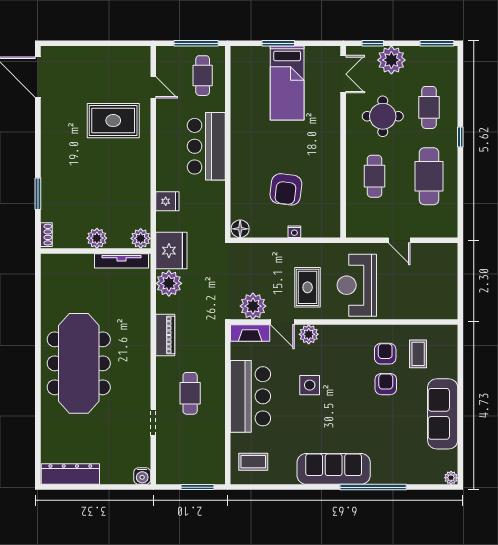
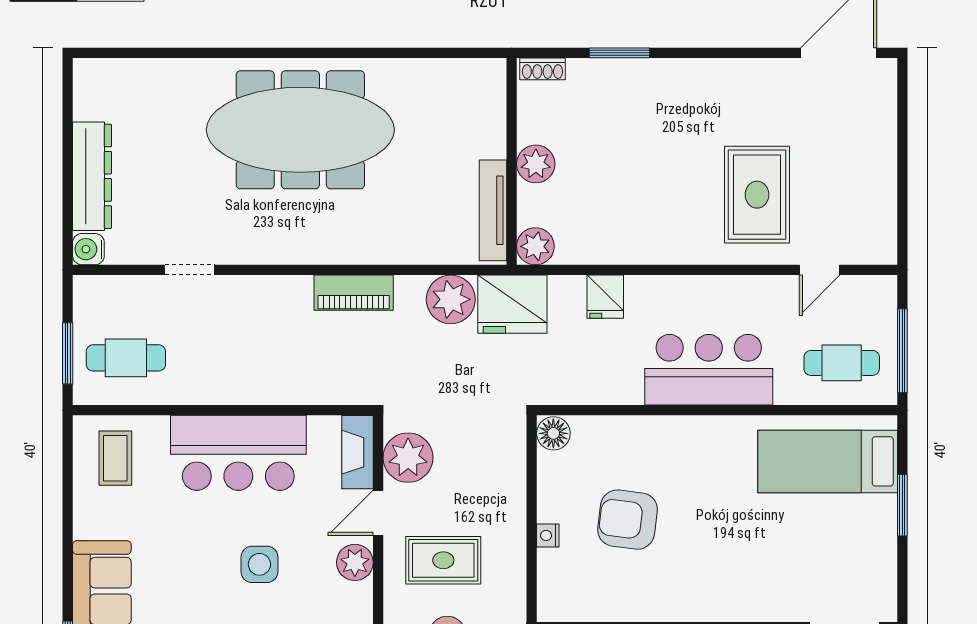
bed: (287, 83) -> (828, 461), moved
cafe table: (190, 393) -> (126, 358), moved
dresser: (70, 474) -> (92, 176), moved

